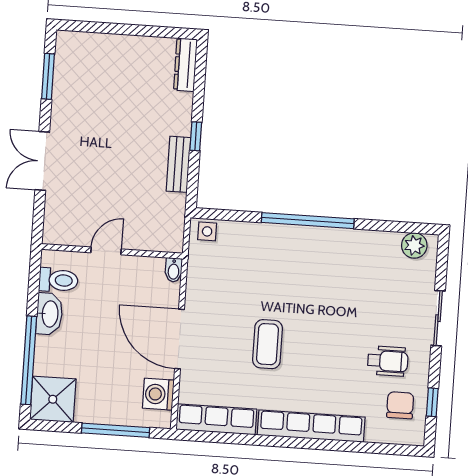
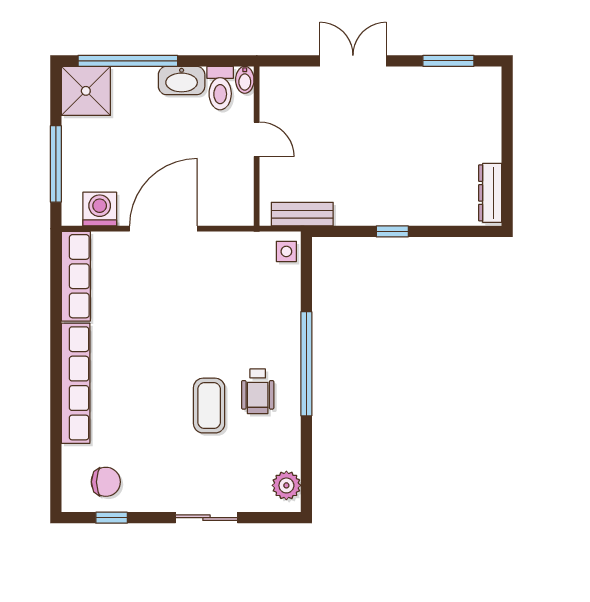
dresser: (185, 65) -> (490, 193), moved, turned -90
bench: (178, 164) -> (302, 214), moved
bidet: (174, 270) -> (245, 80), moved, turned -90
coffee table: (268, 344) -> (209, 406), moved, turned 90
wheelchair: (388, 361) -> (258, 391), moved

